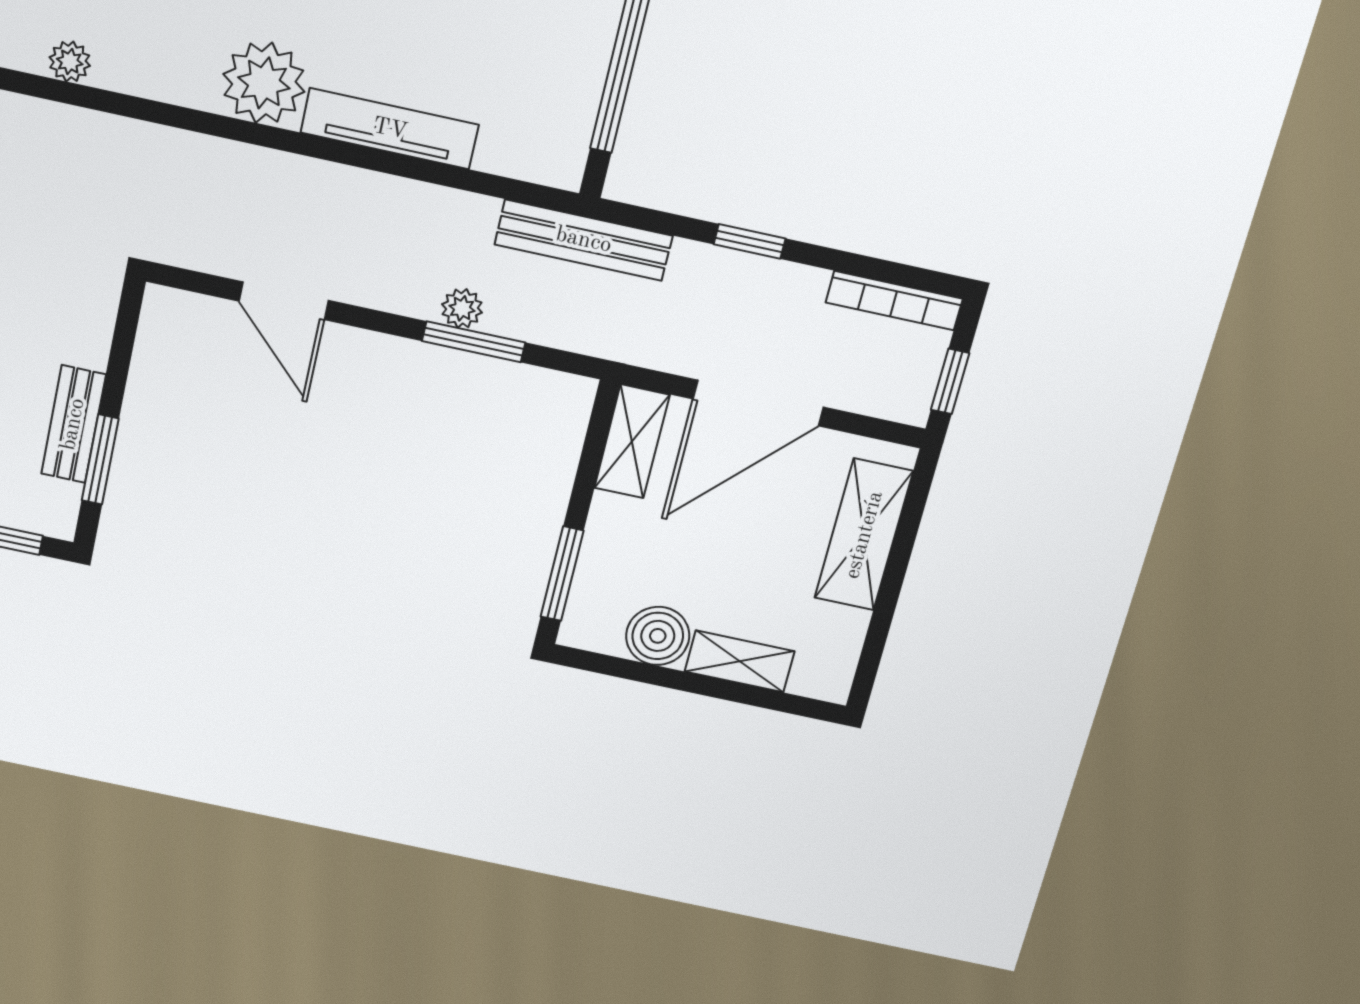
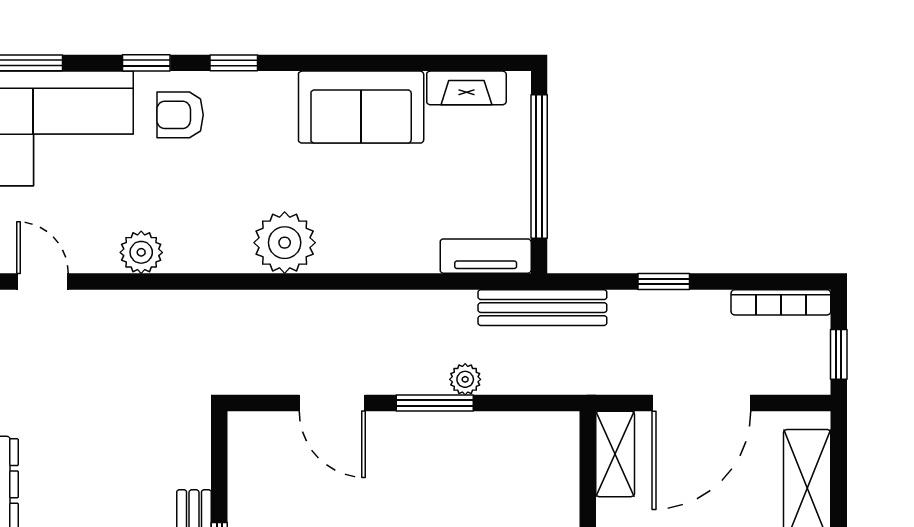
plant: (70, 61) -> (141, 252), width x1.38, depth x1.38
tv unit: (390, 129) -> (486, 256), moved, width x0.71
window: (474, 342) -> (435, 403), moved

